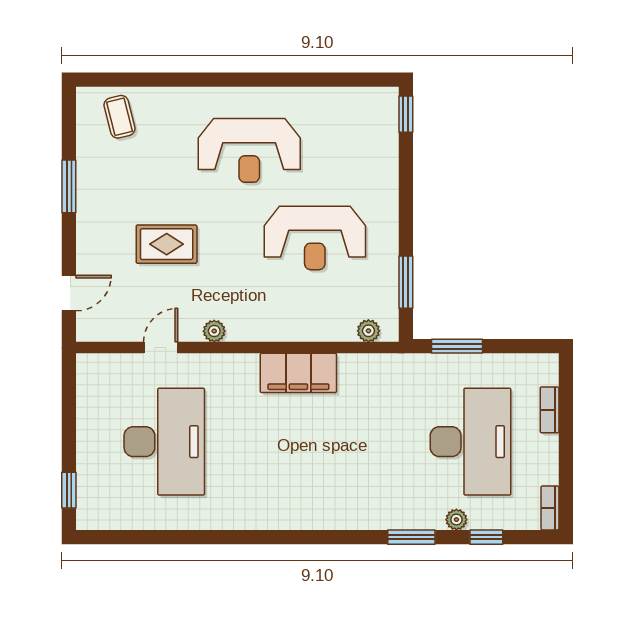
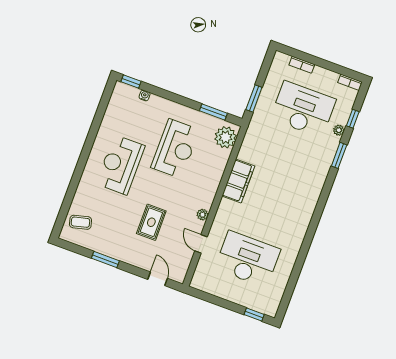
water cooler: (390, 148) -> (145, 96), added
reception desk: (249, 150) -> (120, 165), turned 180
plant: (368, 331) -> (226, 137), width x1.88, depth x1.88

